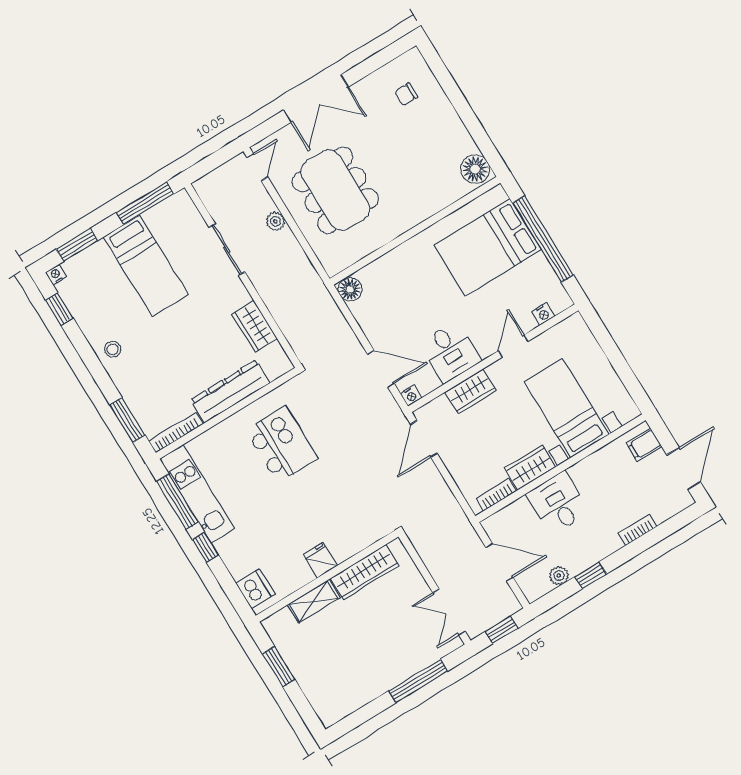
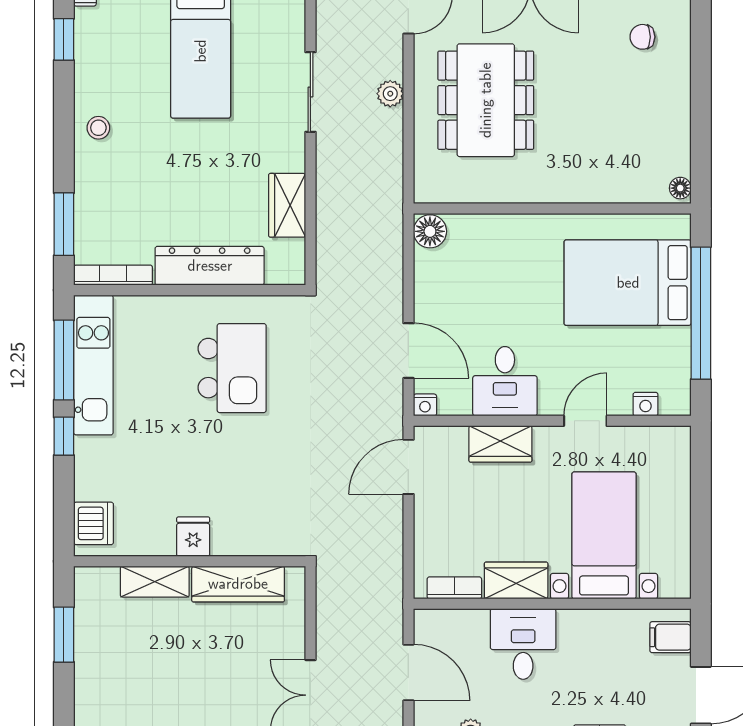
floor lamp: (475, 169) -> (680, 188), width x0.53, depth x0.53

